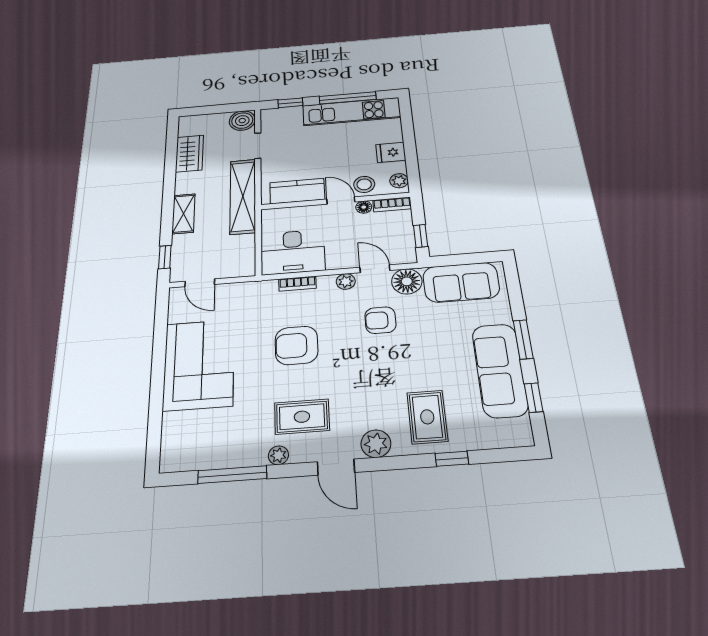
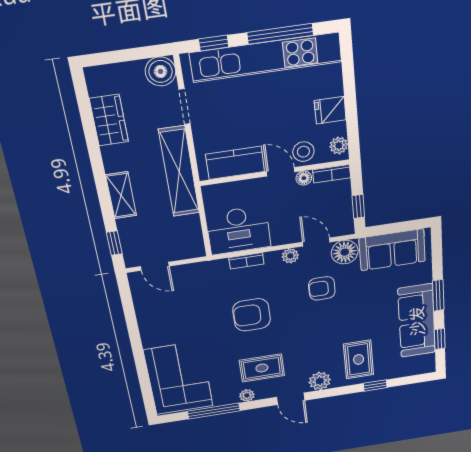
kitchen unit: (352, 112) -> (266, 57), width x1.36
corner sofa: (199, 364) -> (179, 378), moved

